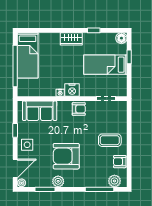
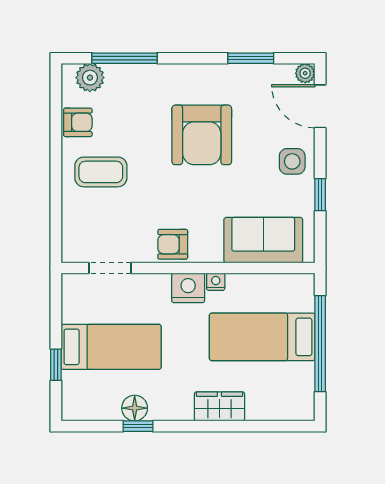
floor lamp: (121, 38) -> (135, 408), moved
wardrobe: (71, 39) -> (219, 406), moved
bed: (28, 55) -> (262, 337), moved, turned -90
armchair: (66, 156) -> (202, 135), turned 90
door: (15, 169) -> (320, 106), hinge flipped
plant: (58, 181) -> (220, 77), removed

